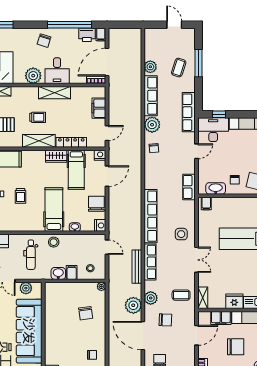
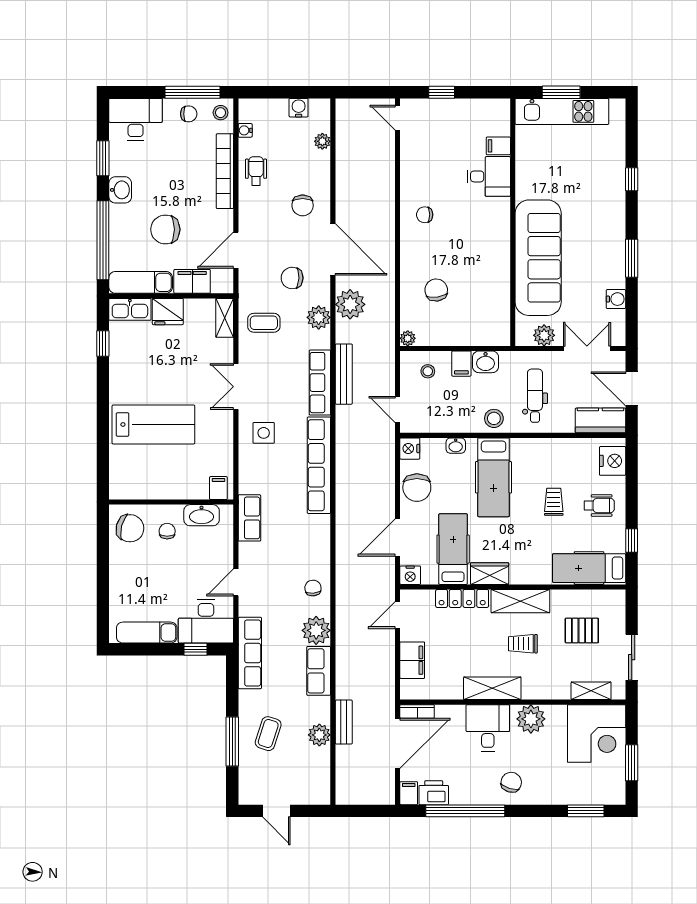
bench: (137, 74) -> (344, 722), added
row of seats: (151, 96) -> (319, 671), width x0.68

